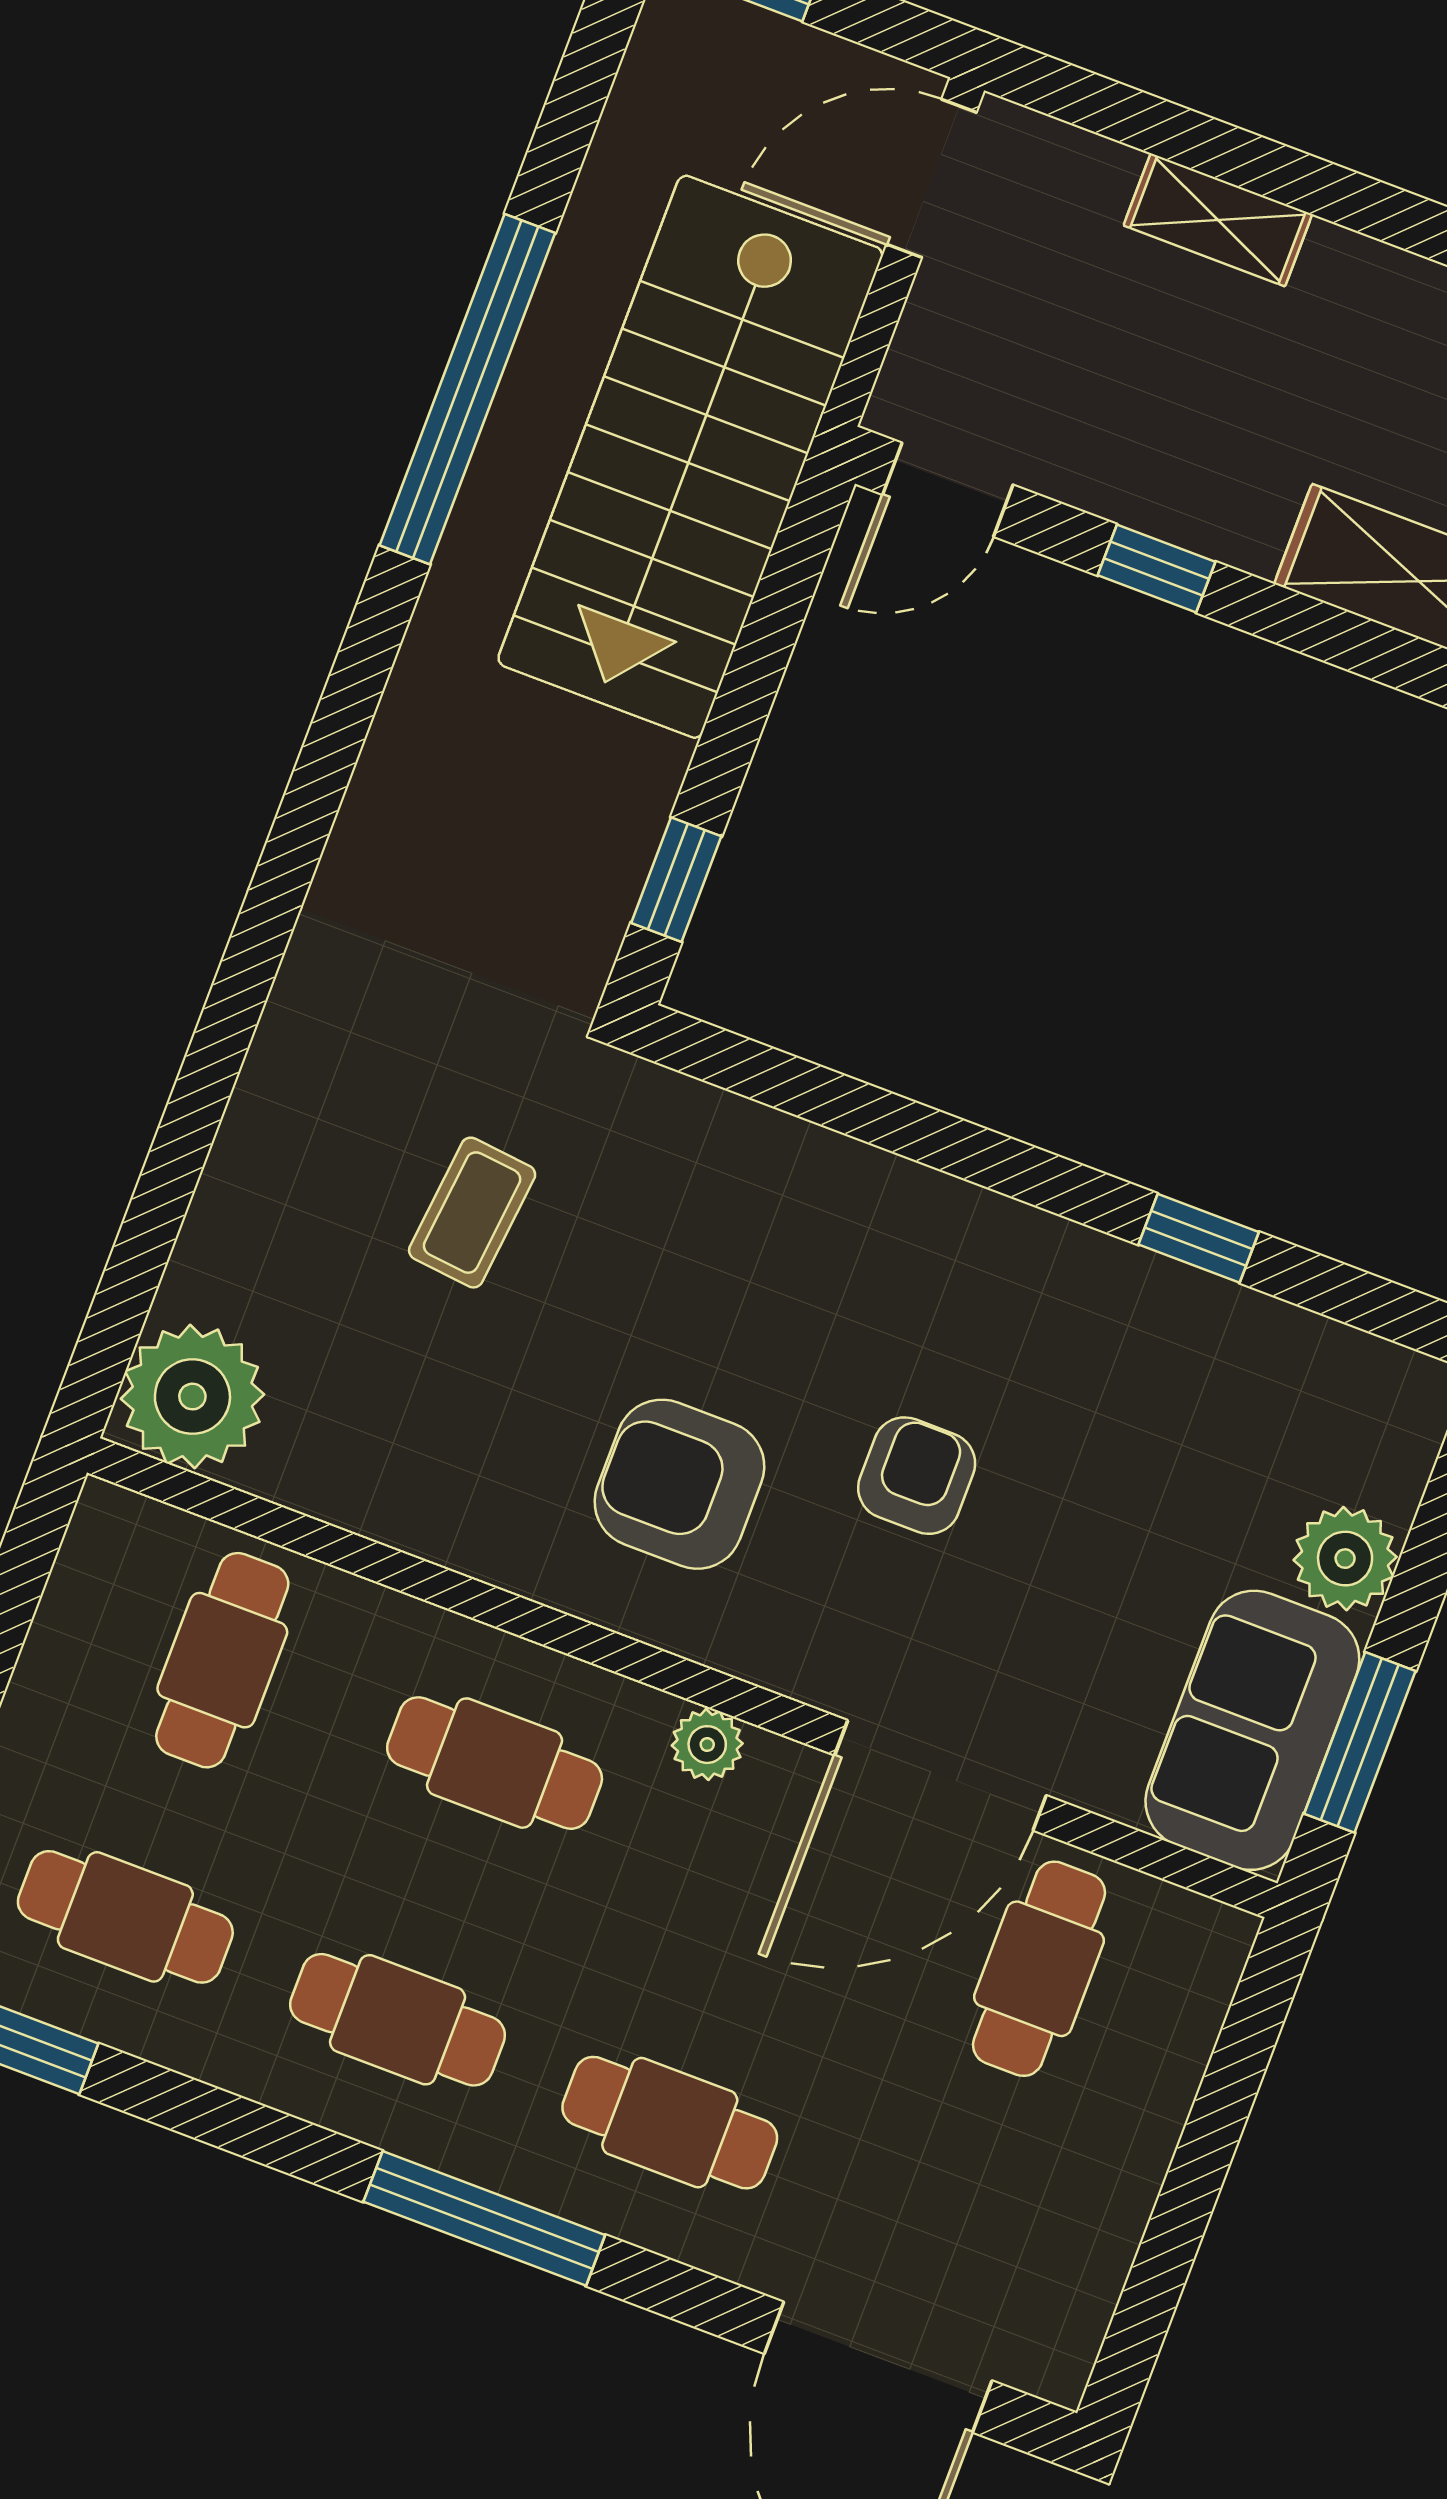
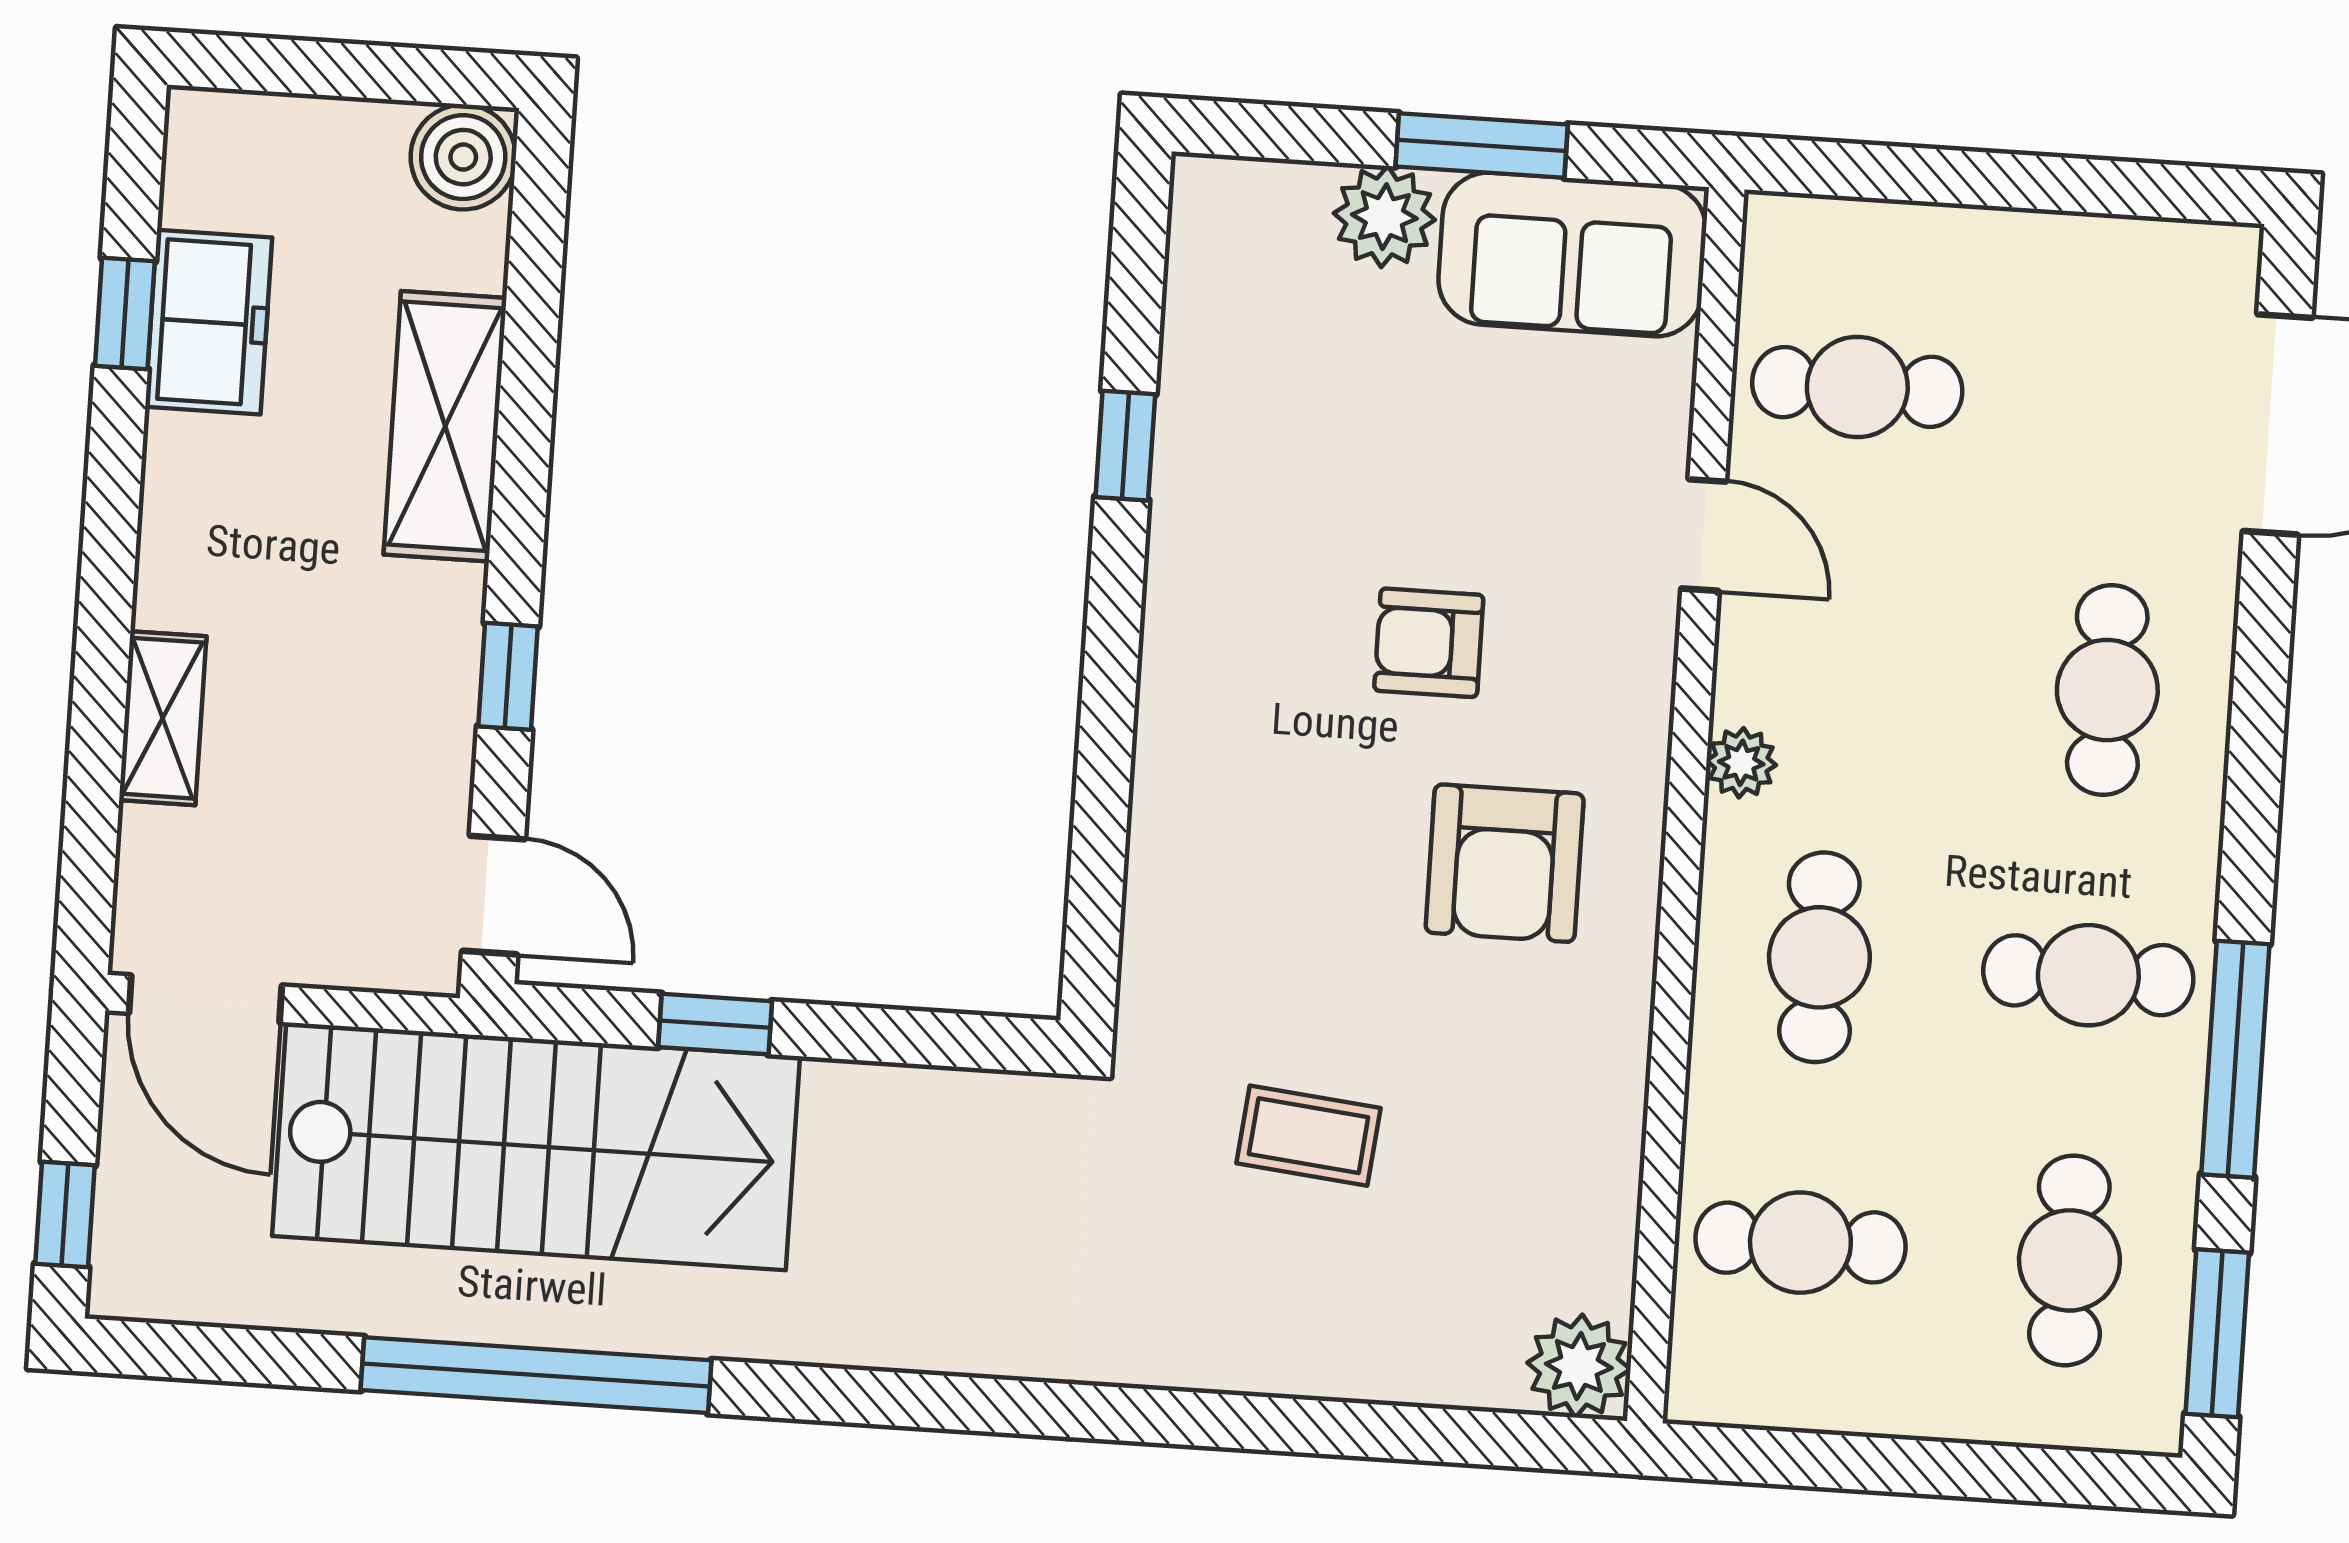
window: (676, 880) -> (715, 1024), moved
plant: (192, 1397) -> (1579, 1366), width x0.73, depth x0.73
window: (1360, 1742) -> (1482, 145), moved
door: (940, 1775) -> (1704, 535), width x0.53
cafe table: (398, 2020) -> (2088, 975), turned 90
window: (484, 2218) -> (2235, 1059), moved

